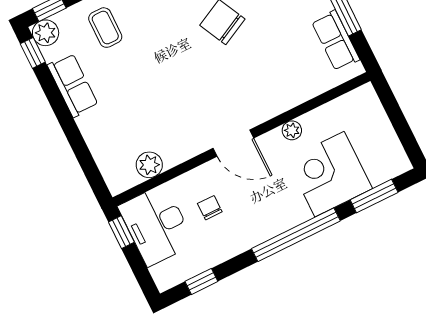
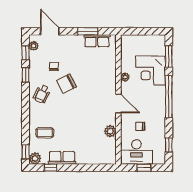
window: (33, 53) -> (51, 168), moved
door: (233, 143) -> (118, 104), hinge flipped
plant: (149, 165) -> (110, 131), moved
window: (121, 232) -> (144, 168), moved

